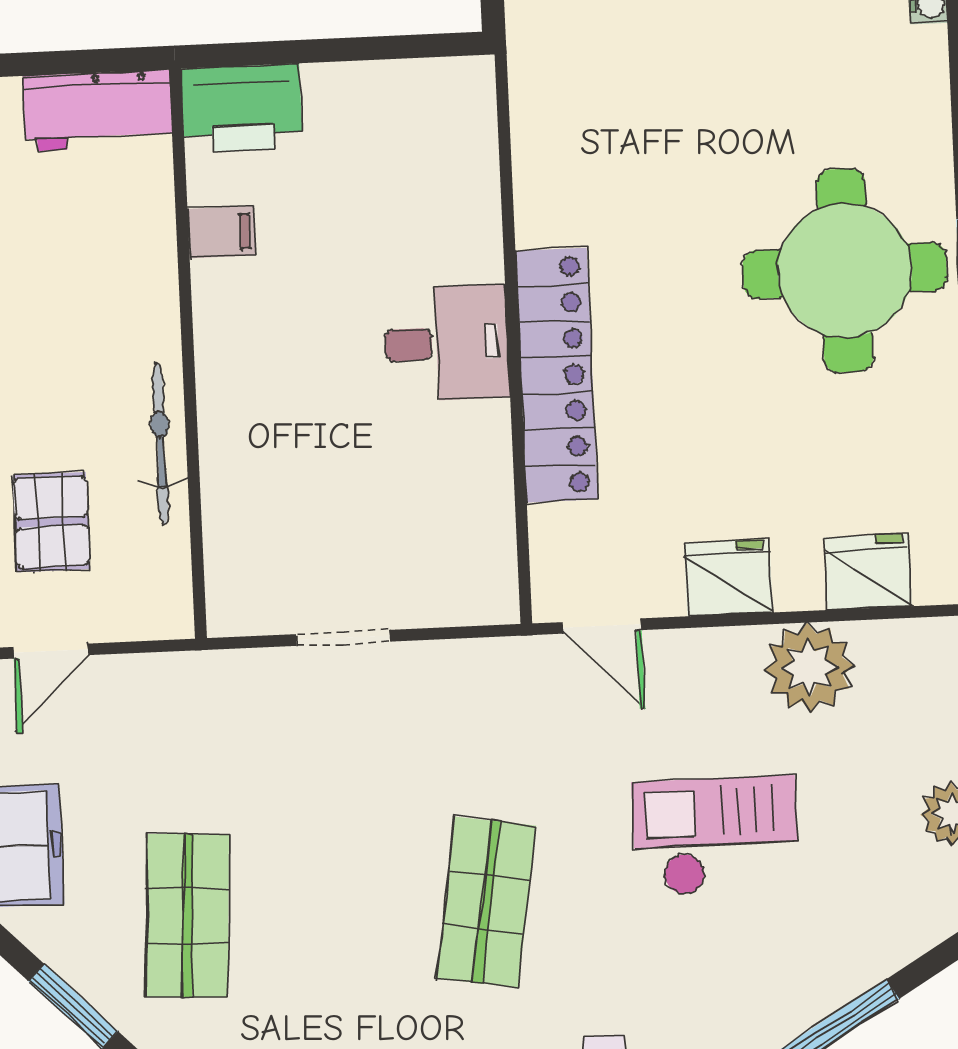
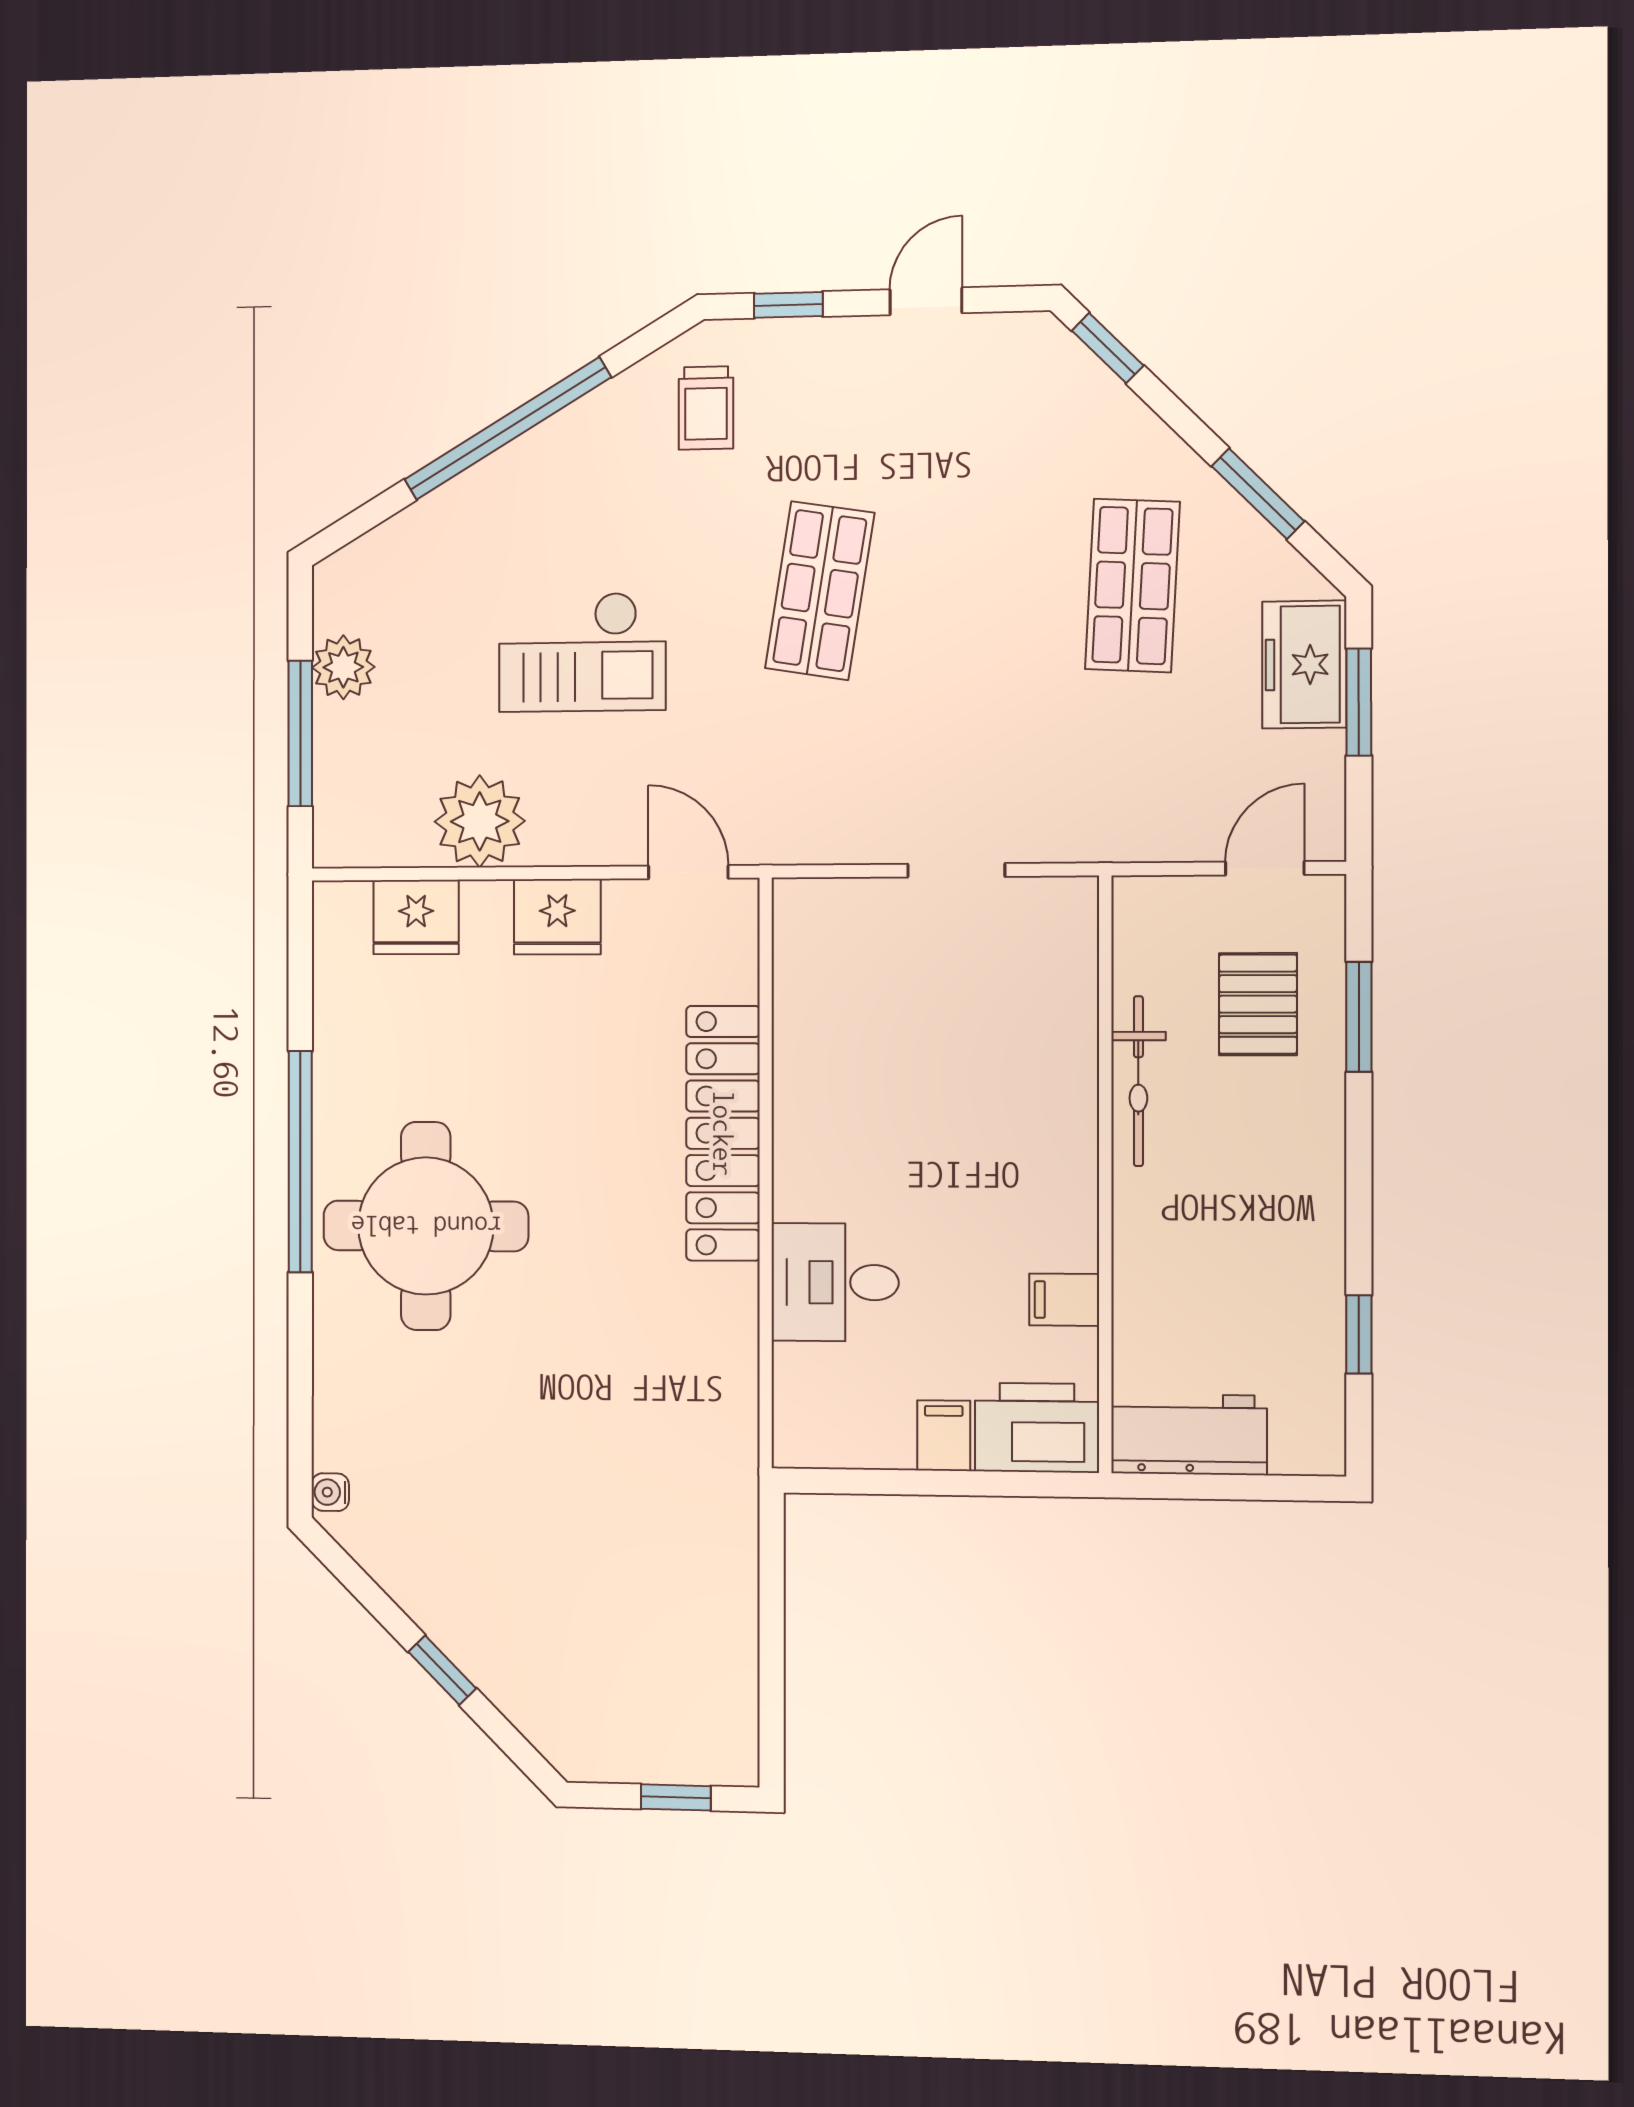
filing cabinet: (330, 96) -> (944, 1436), added
desk: (446, 343) -> (835, 1282), moved

